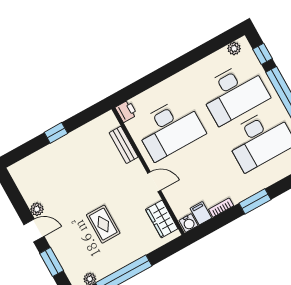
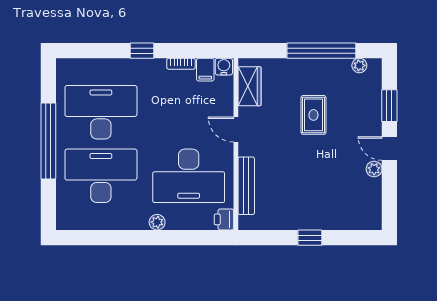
plant: (234, 48) -> (157, 222), moved
window: (263, 54) -> (48, 200), removed
desk: (170, 129) -> (189, 176), turned 180
bench: (124, 145) -> (246, 186), width x1.36
window: (255, 201) -> (142, 51), width x0.67

